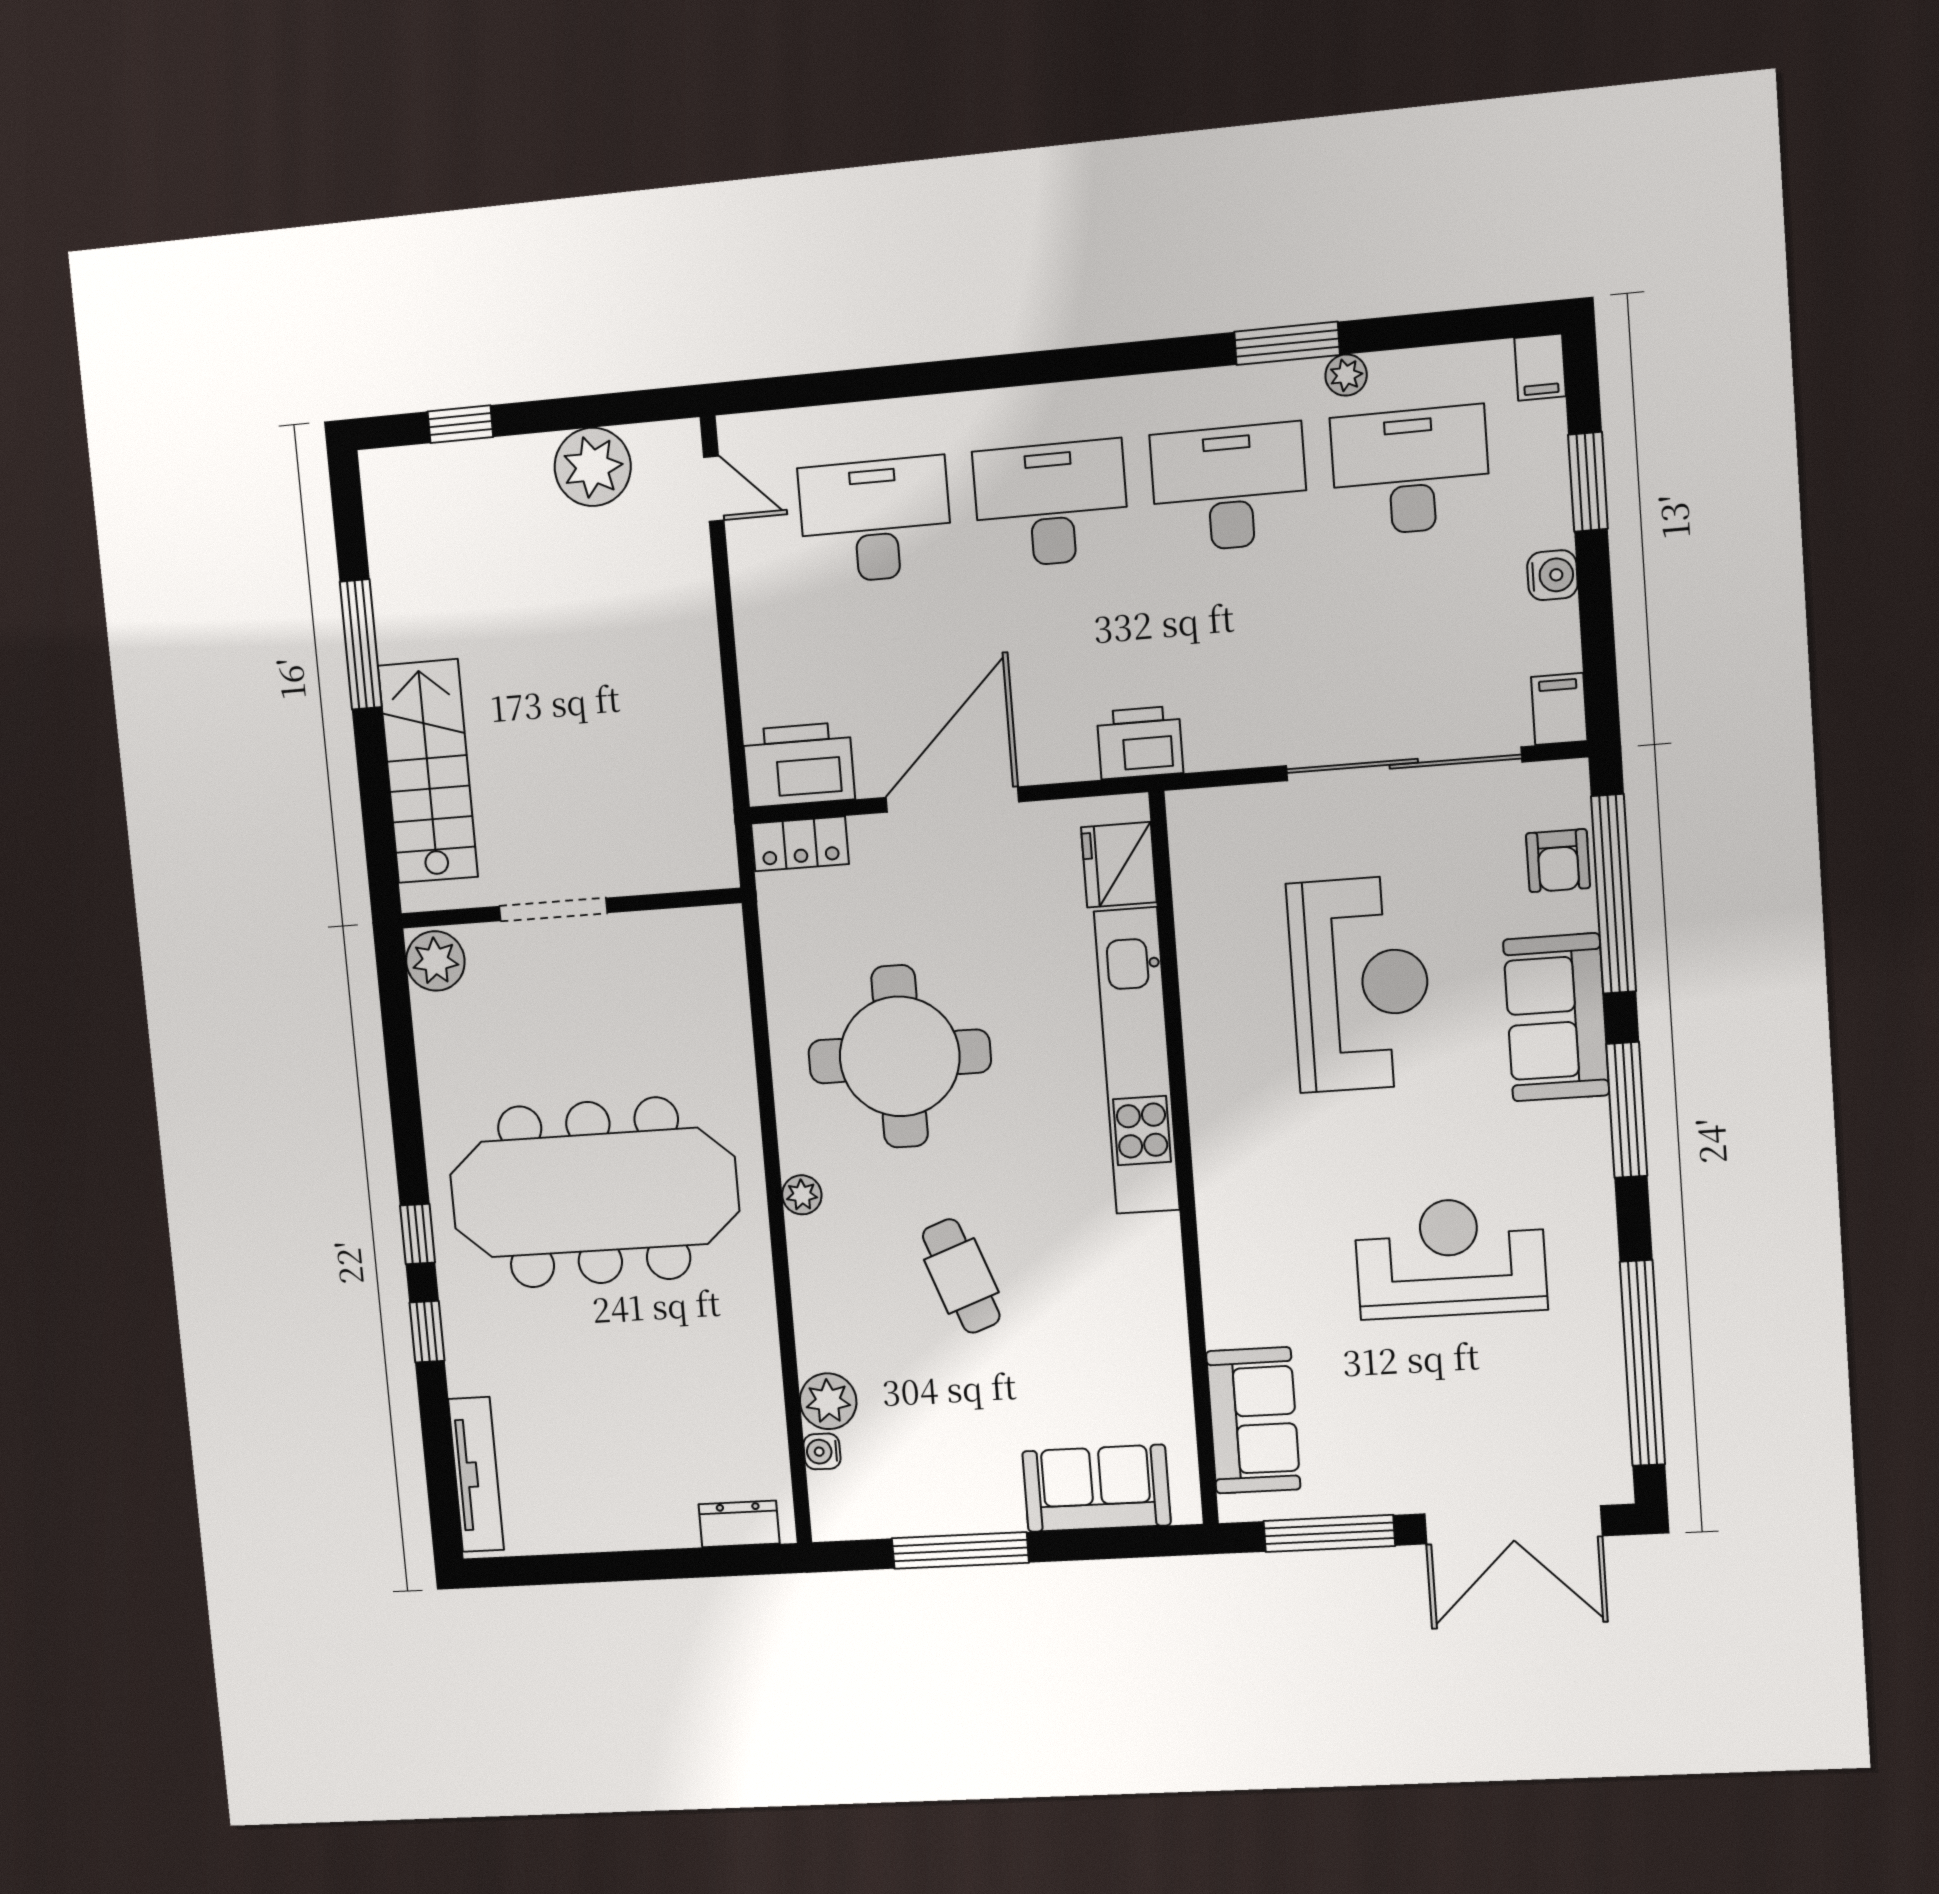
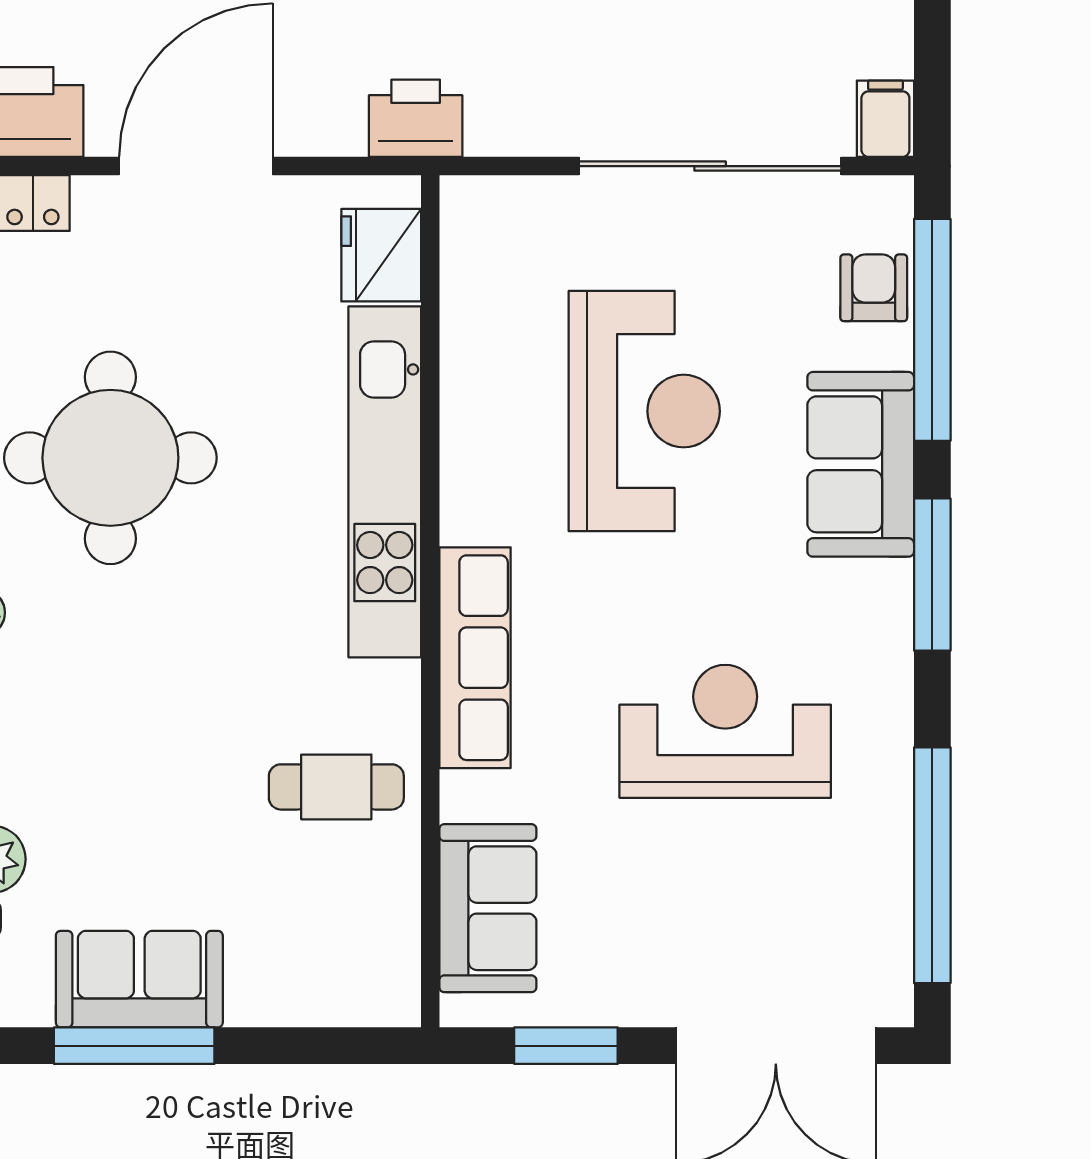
armchair: (1558, 861) -> (874, 288), turned 180
row of seats: (1226, 1207) -> (475, 658), added
cafe table: (961, 1276) -> (336, 787), moved, turned -70
sofa: (1096, 1488) -> (139, 979), moved
window: (1329, 1533) -> (566, 1046), width x0.69

